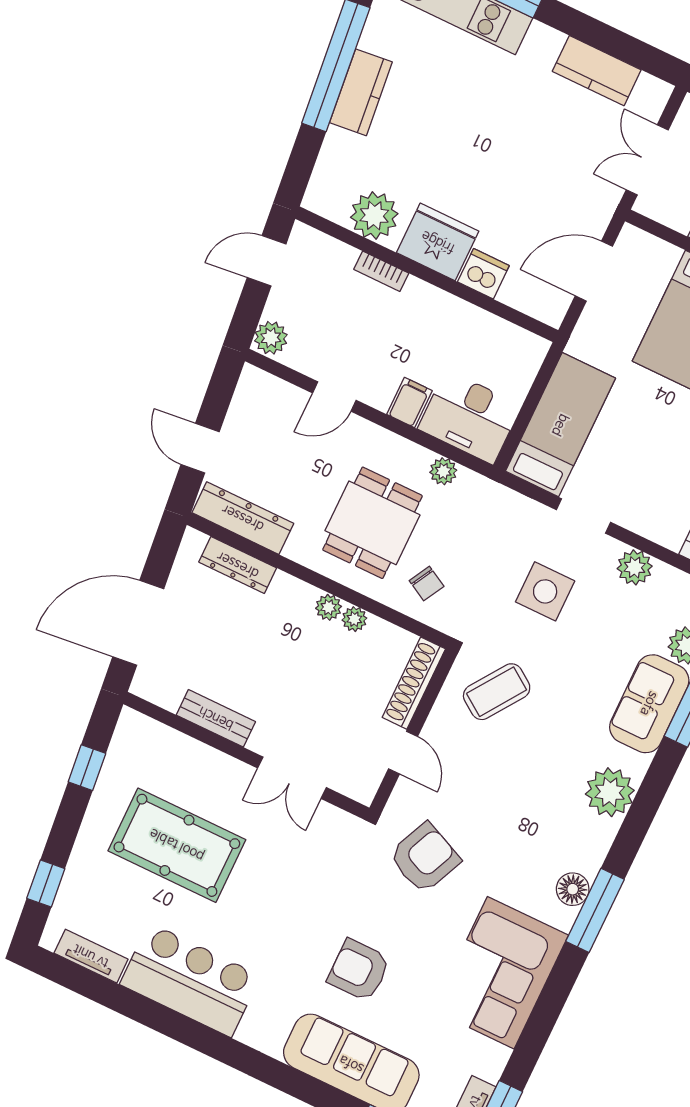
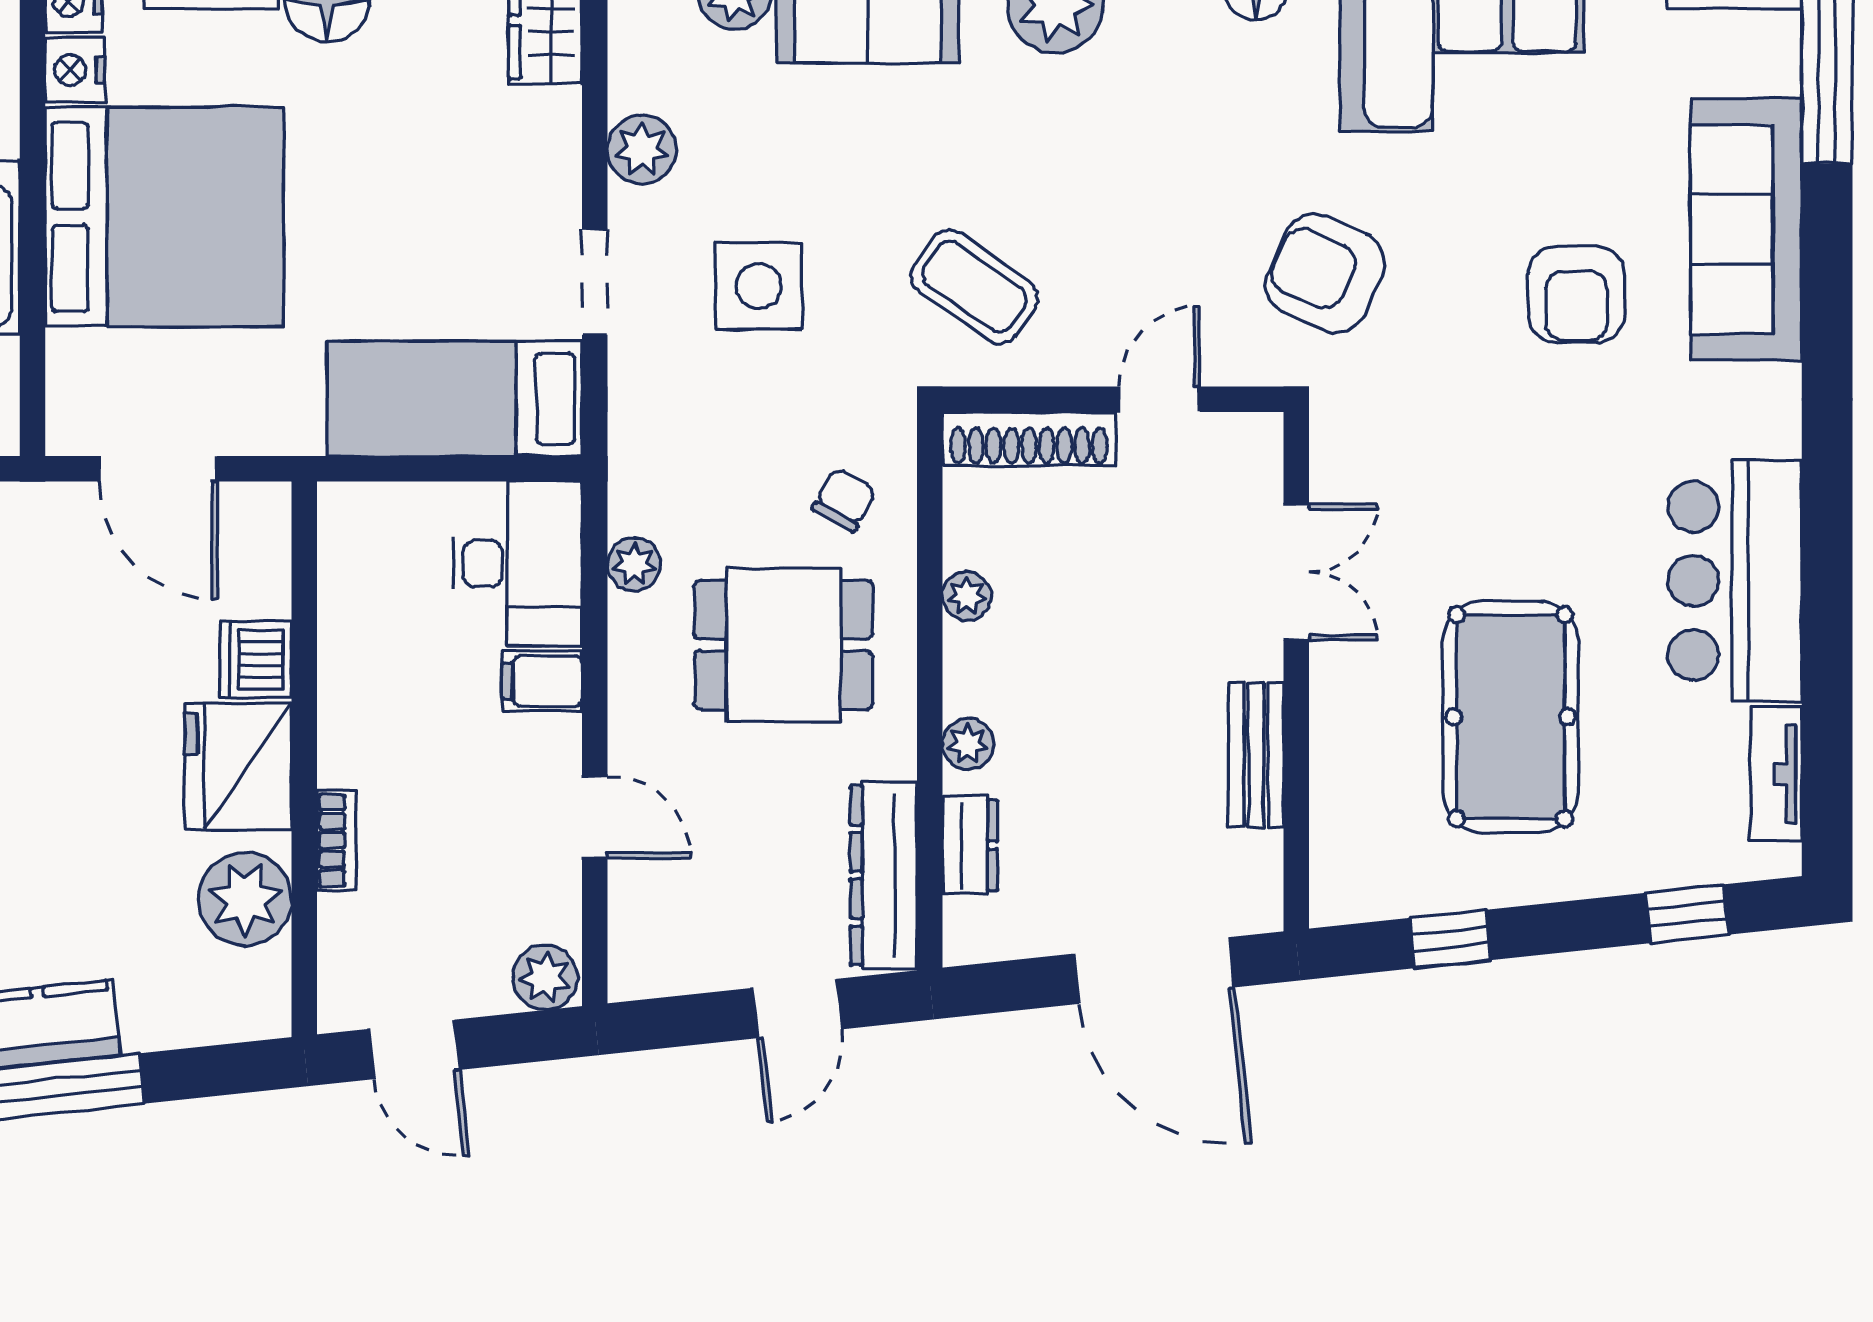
dresser: (238, 565) -> (970, 845), width x0.70
plant: (329, 607) -> (968, 744), moved

